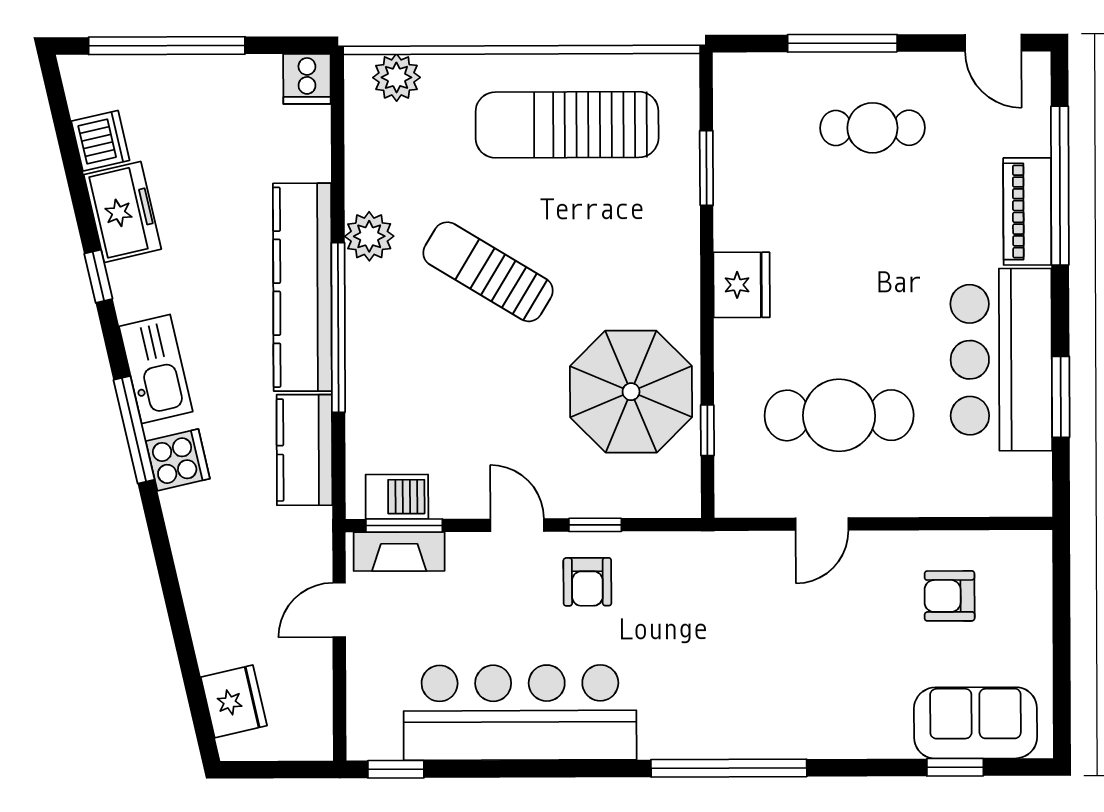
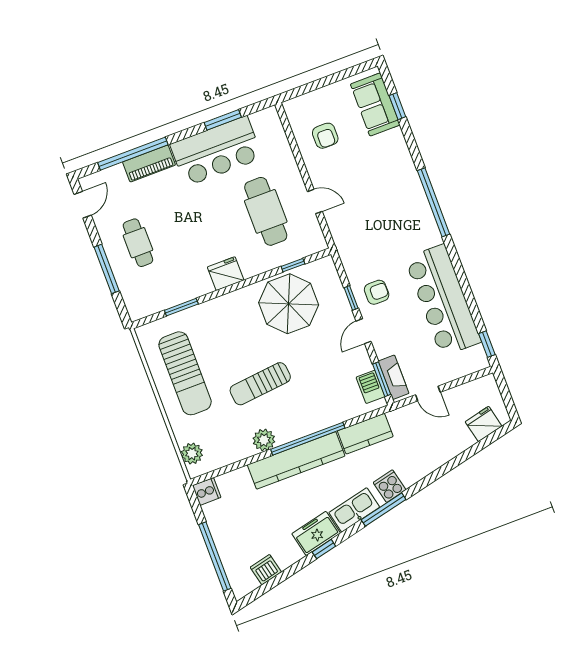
freezer: (122, 212) -> (316, 533), moved
sun lounger: (488, 272) -> (260, 384), turned 53

